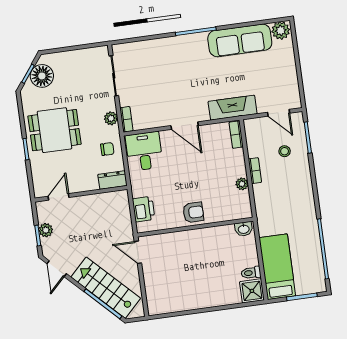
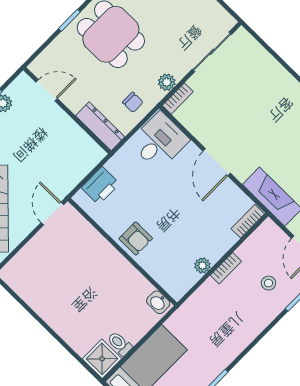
dresser: (112, 180) -> (100, 126), width x1.44

